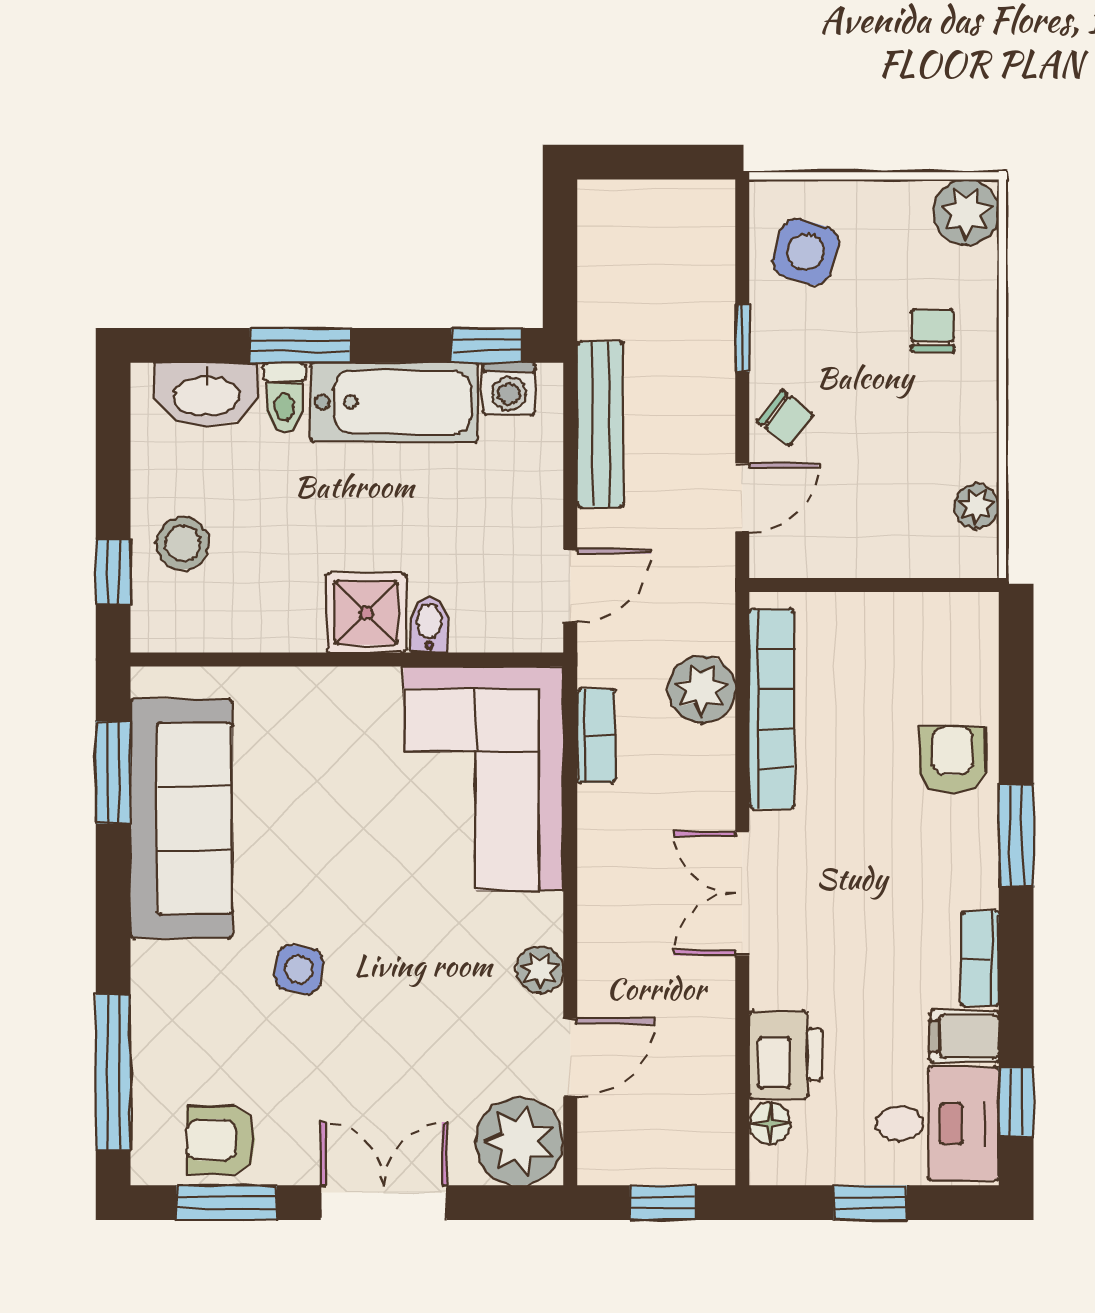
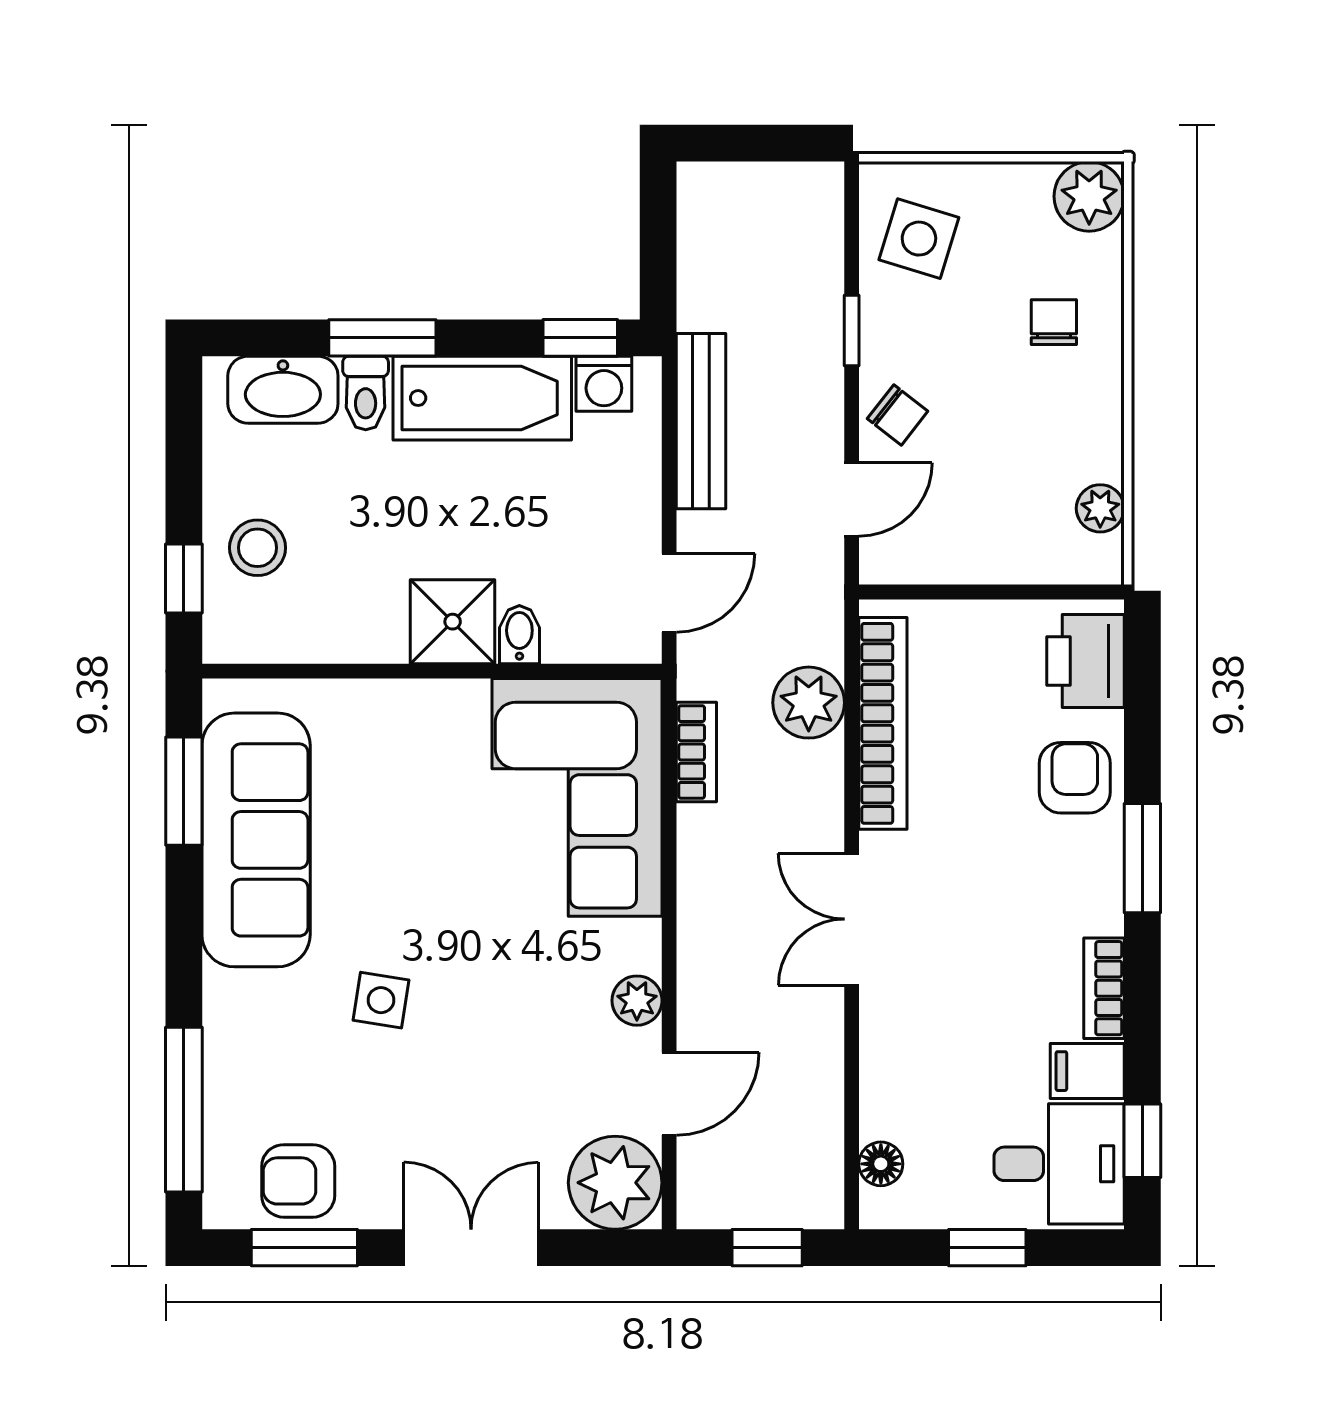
printer: (785, 1055) -> (1085, 661), moved, turned 180

